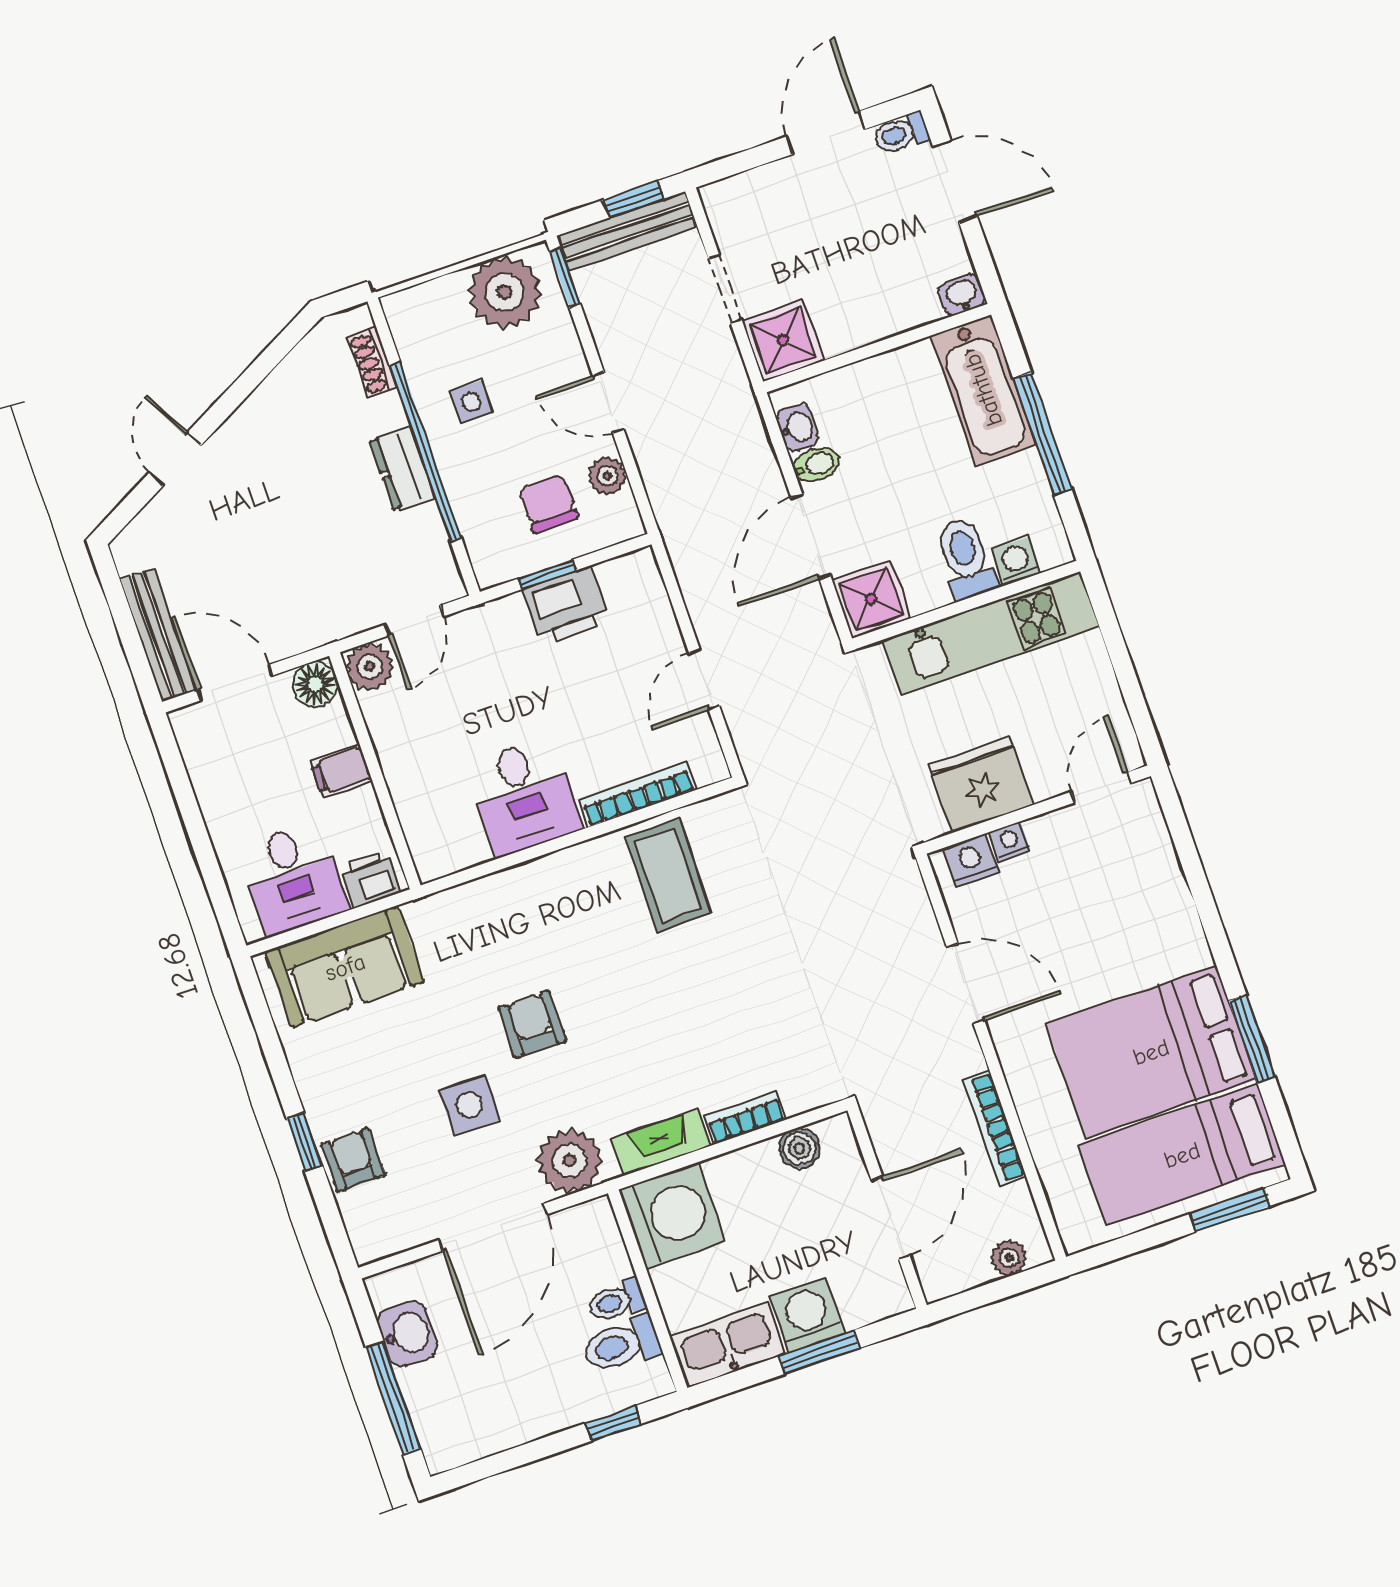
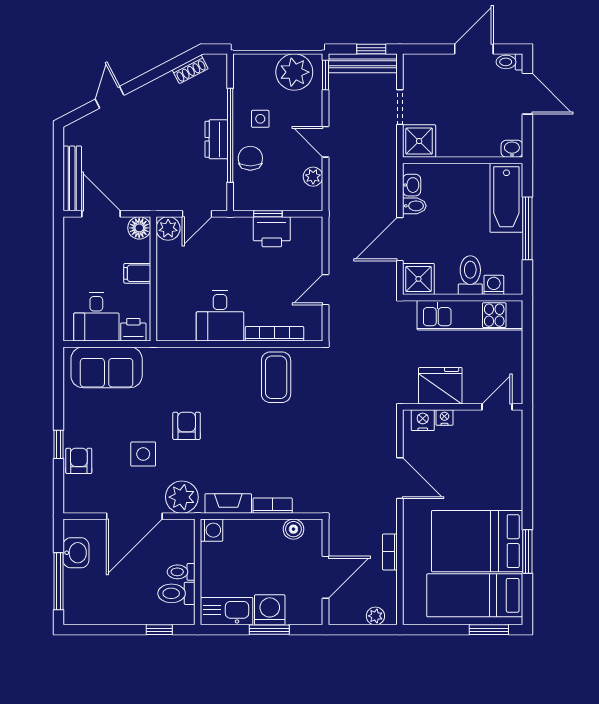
shoe rack: (372, 363) -> (190, 69), moved, turned -118
chair: (549, 504) -> (250, 158), moved
bookcase: (995, 1128) -> (390, 552), width x0.64
washing machine: (672, 1215) -> (212, 530), width x0.53, depth x0.53

